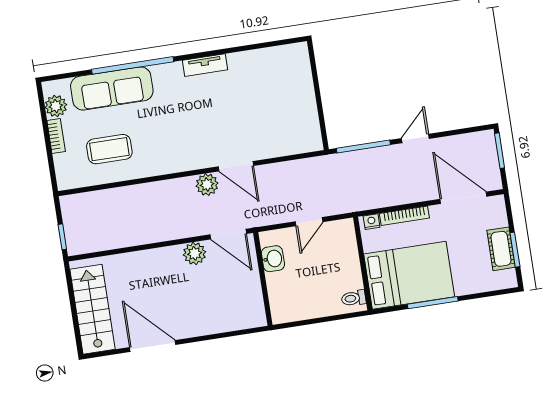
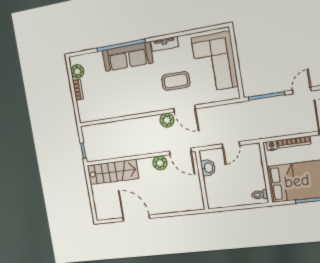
sofa: (112, 89) -> (128, 57), moved
corner sofa: (284, 95) -> (215, 62), added
coffee table: (109, 149) -> (176, 81), moved
stairs: (93, 309) -> (113, 172), moved, turned 90

